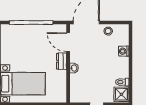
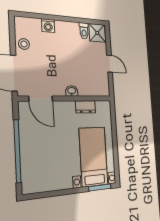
door: (68, 42) -> (41, 99), hinge flipped
dresser: (62, 61) -> (85, 107), moved

